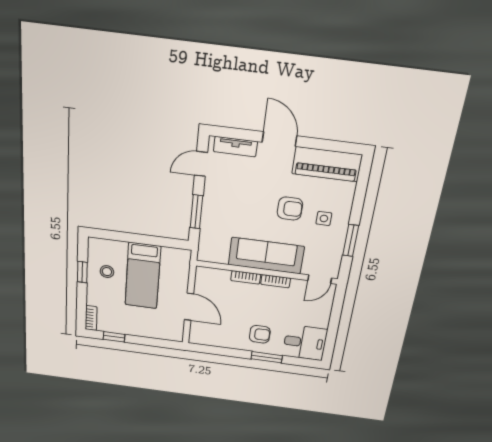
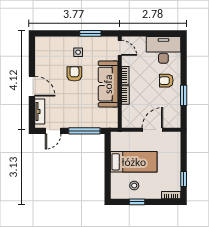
door: (280, 139) -> (32, 86), swing flipped
door: (201, 164) -> (53, 131), hinge flipped
piano: (327, 164) -> (44, 56), removed
window: (196, 212) -> (84, 131), width x1.44
armchair: (260, 334) -> (166, 81), turned -90
desk: (305, 343) -> (163, 50), width x1.37
window: (267, 357) -> (184, 95), moved

